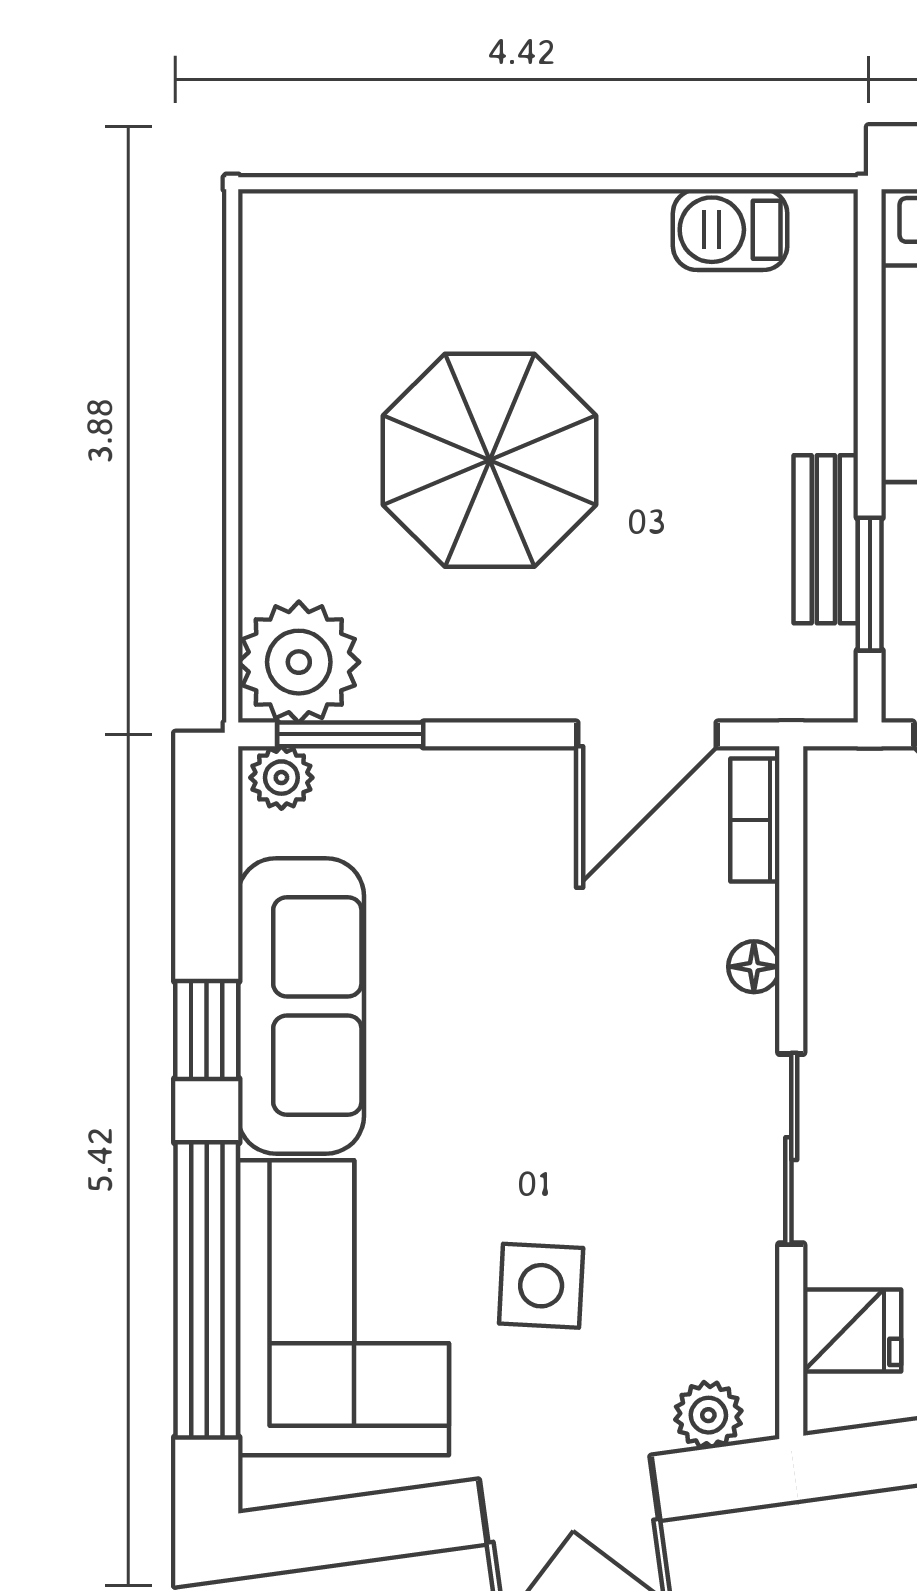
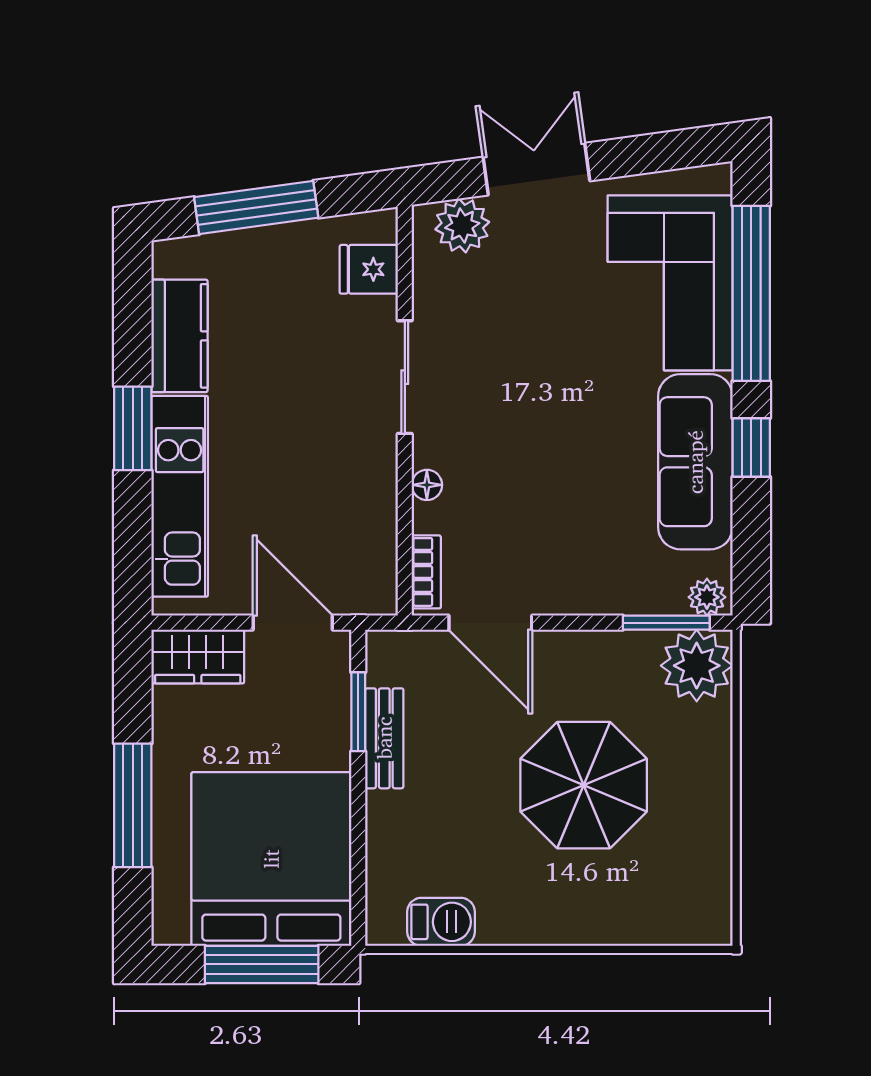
door: (647, 734) -> (490, 623), swing flipped
side table: (541, 1286) -> (553, 296), removed
plant: (708, 1415) -> (462, 226), width x1.38, depth x1.38

